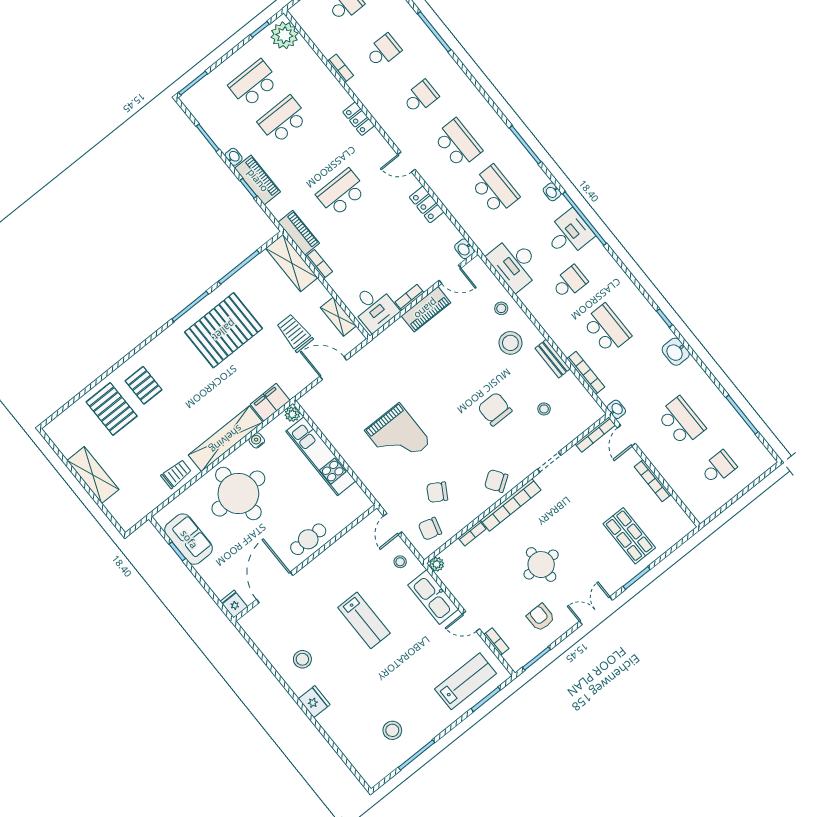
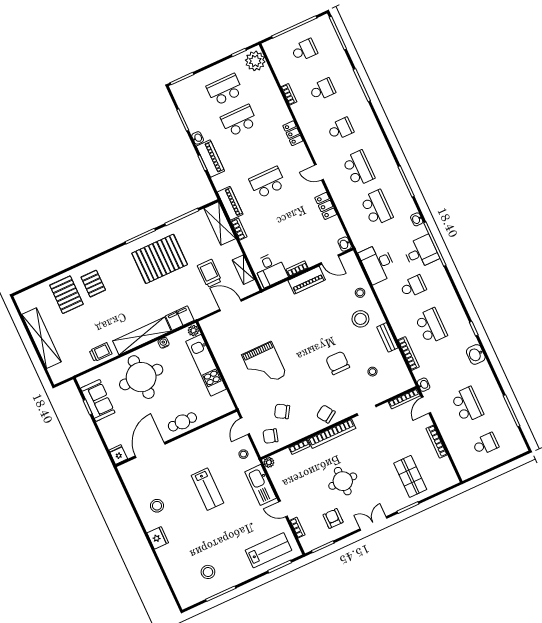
shelving: (93, 475) -> (42, 338), width x1.47

